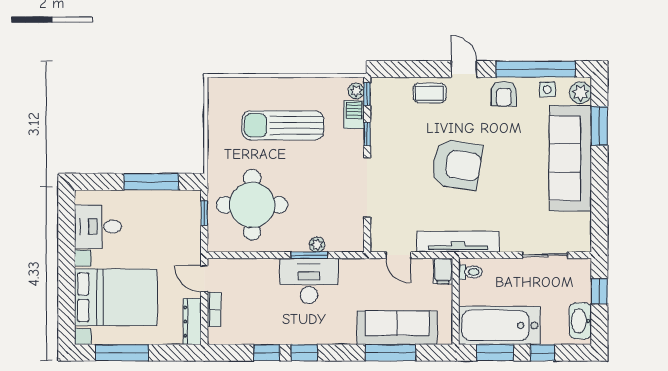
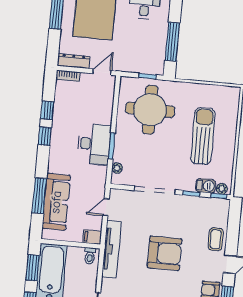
armchair: (457, 165) -> (165, 253), turned -99
plant: (317, 244) -> (117, 168), moved
bookcase: (214, 310) -> (68, 76), moved

